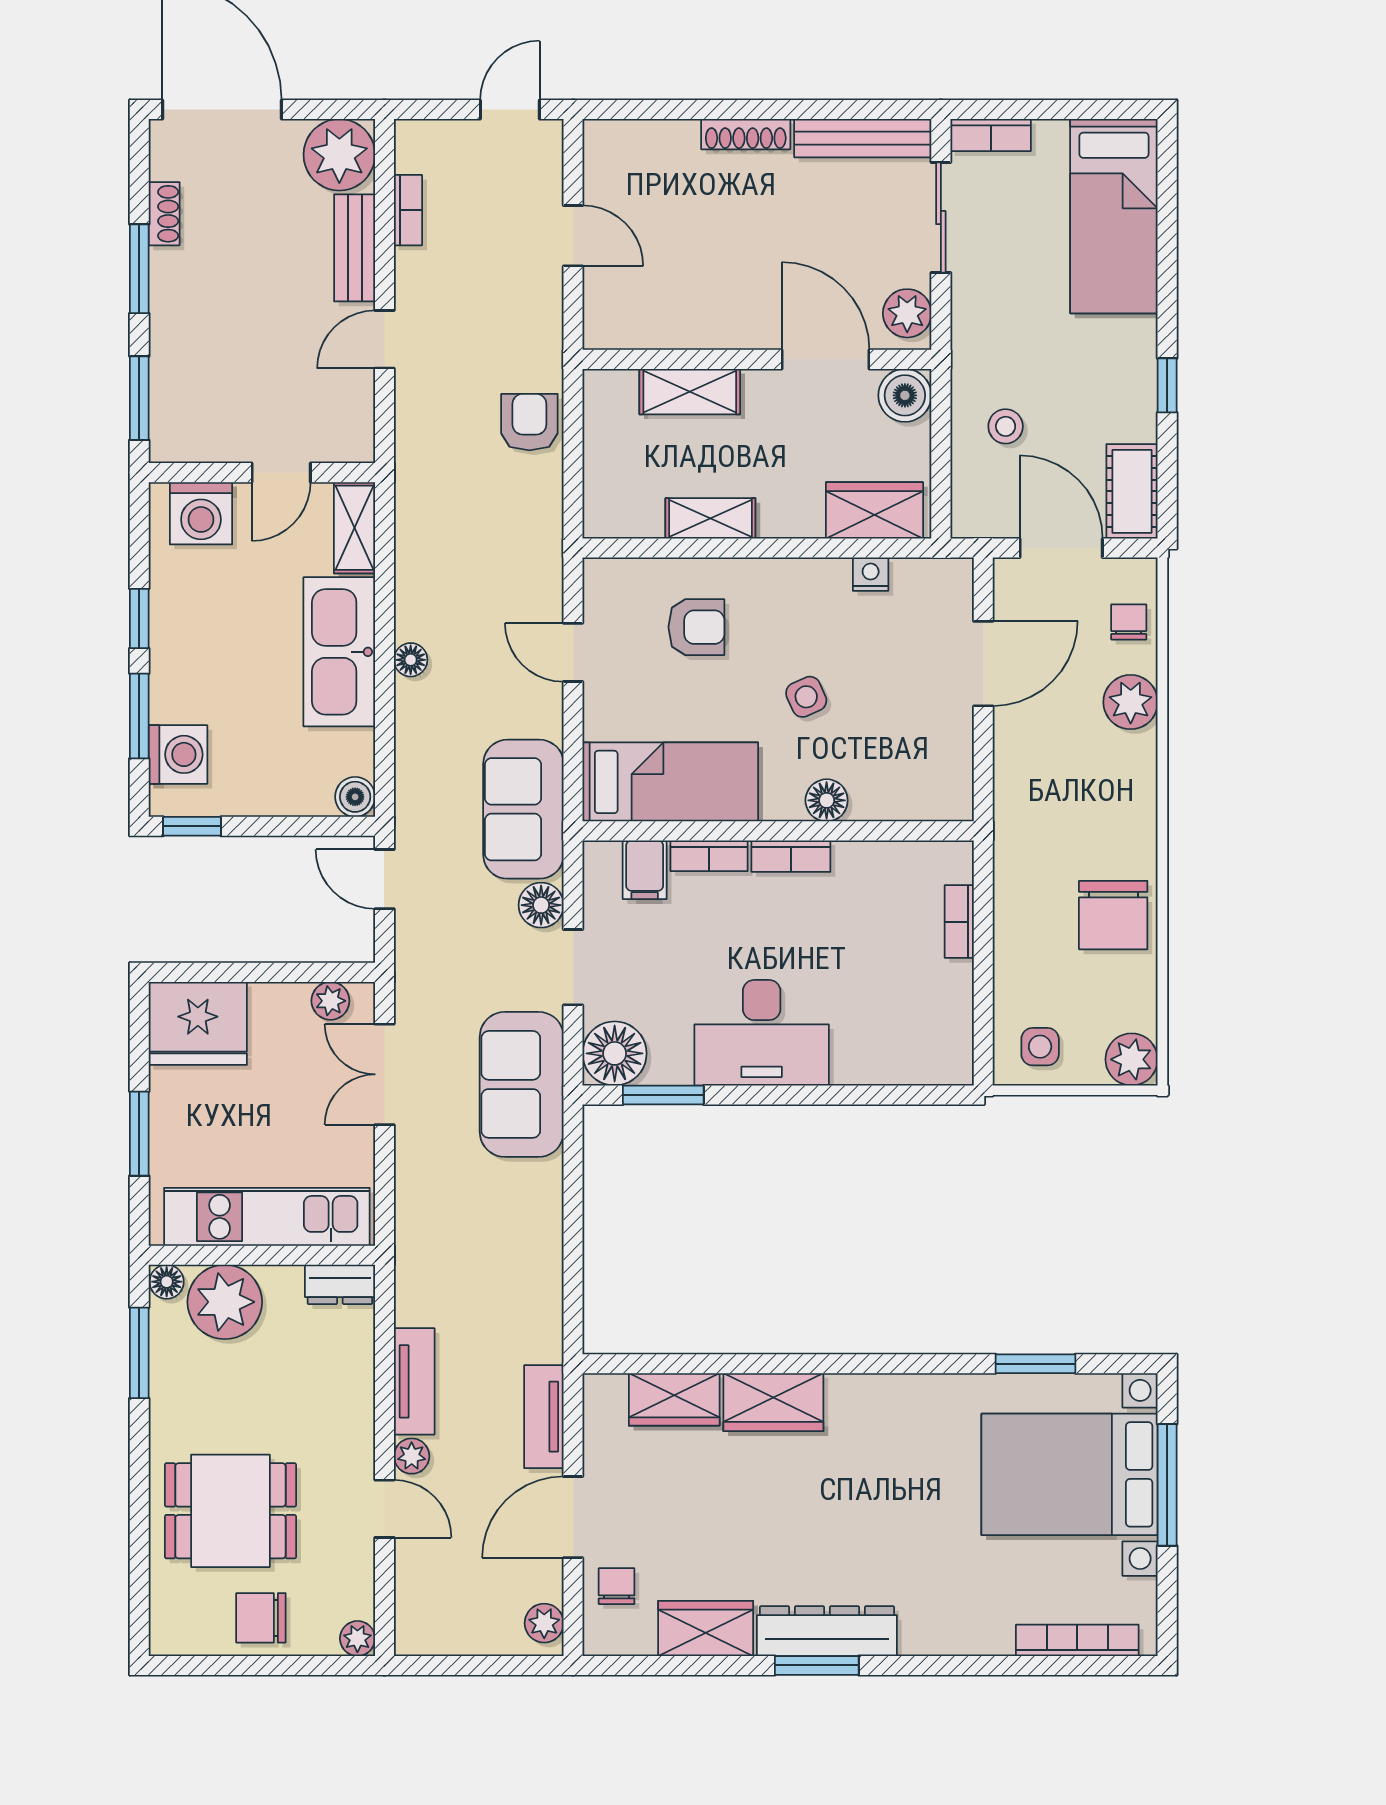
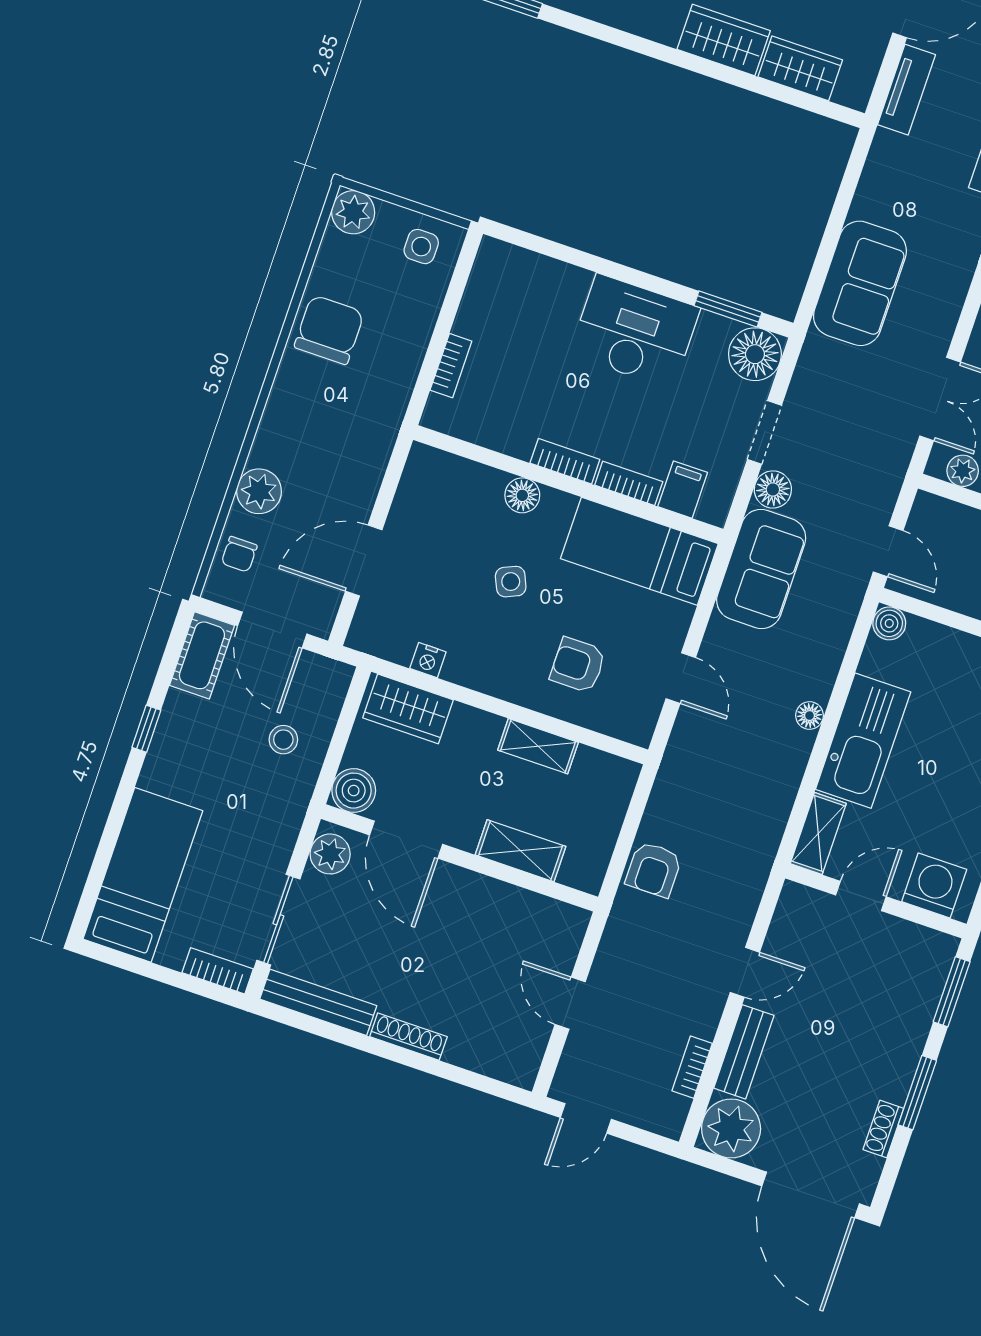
sofa: (522, 1084) -> (860, 283), moved

